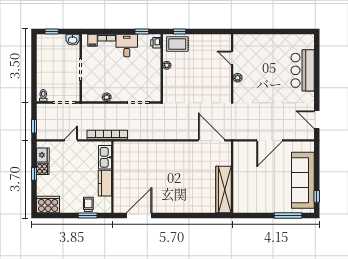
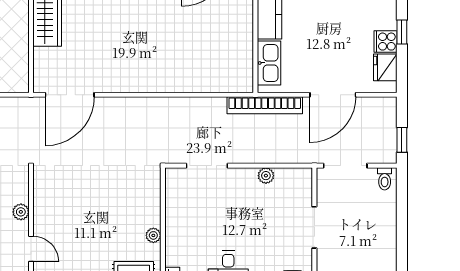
window: (34, 126) -> (402, 140), moved
door: (71, 140) -> (333, 95), width x1.88
door: (211, 140) -> (70, 95), hinge flipped

